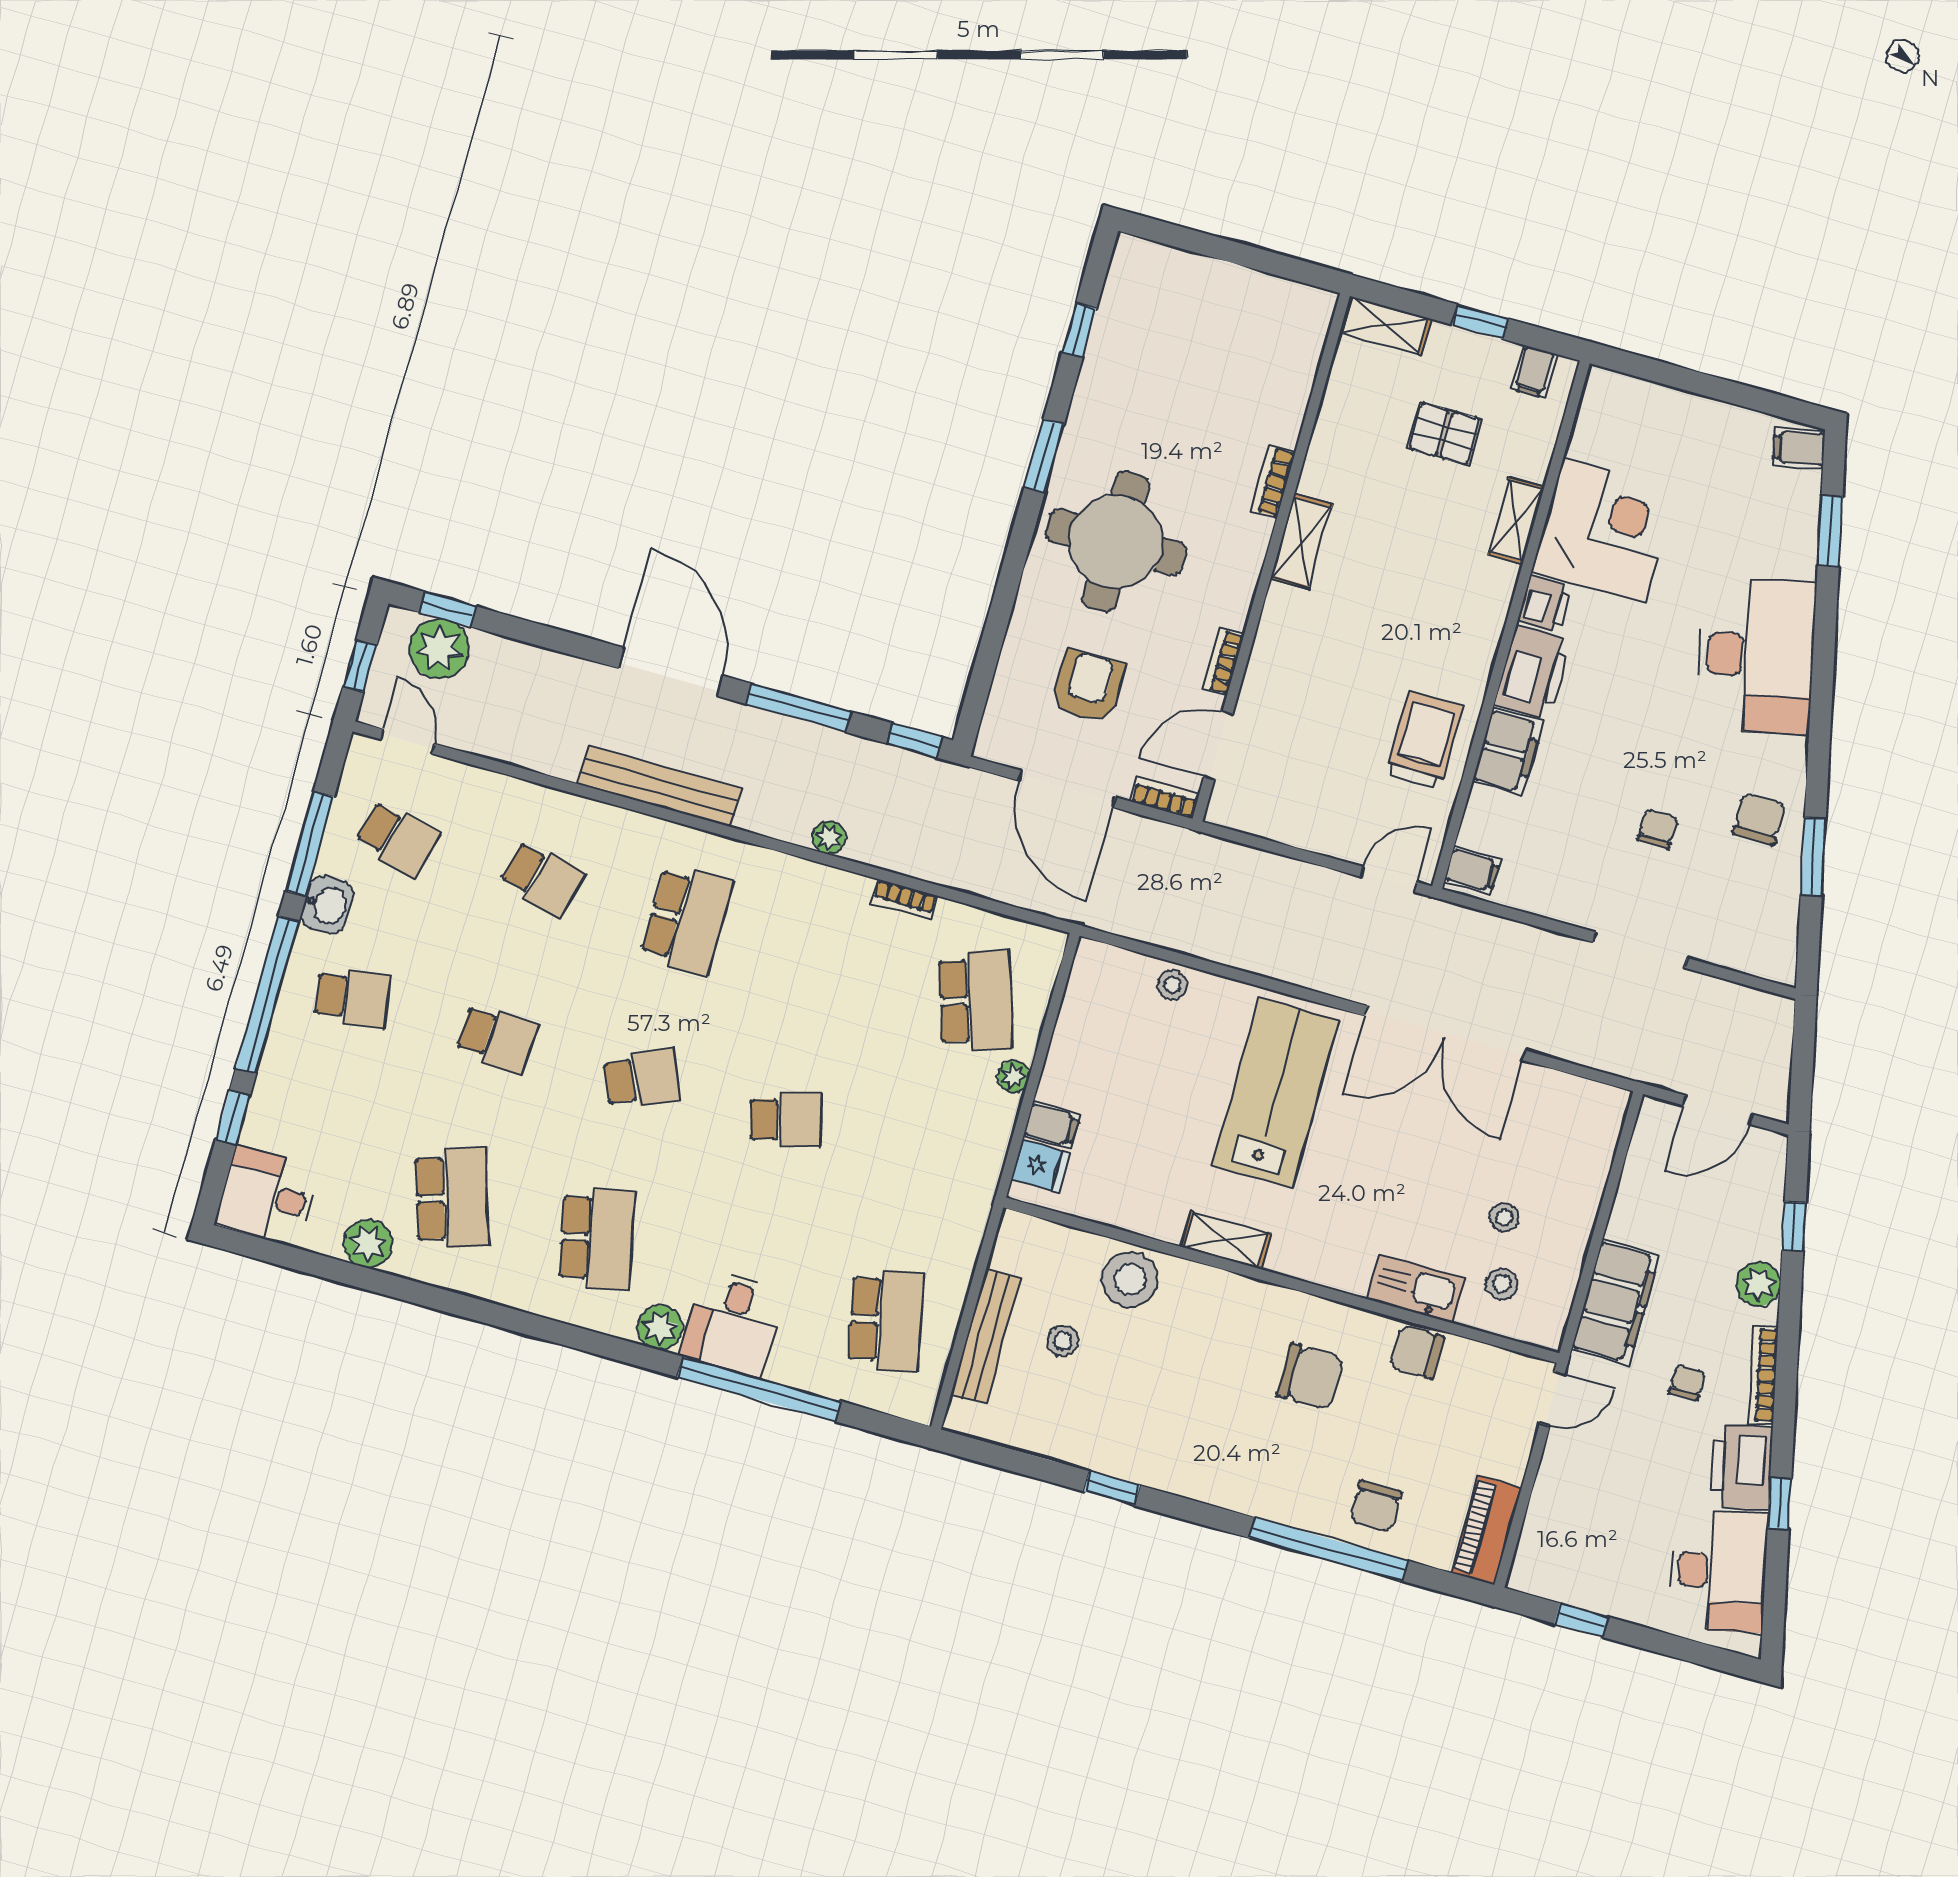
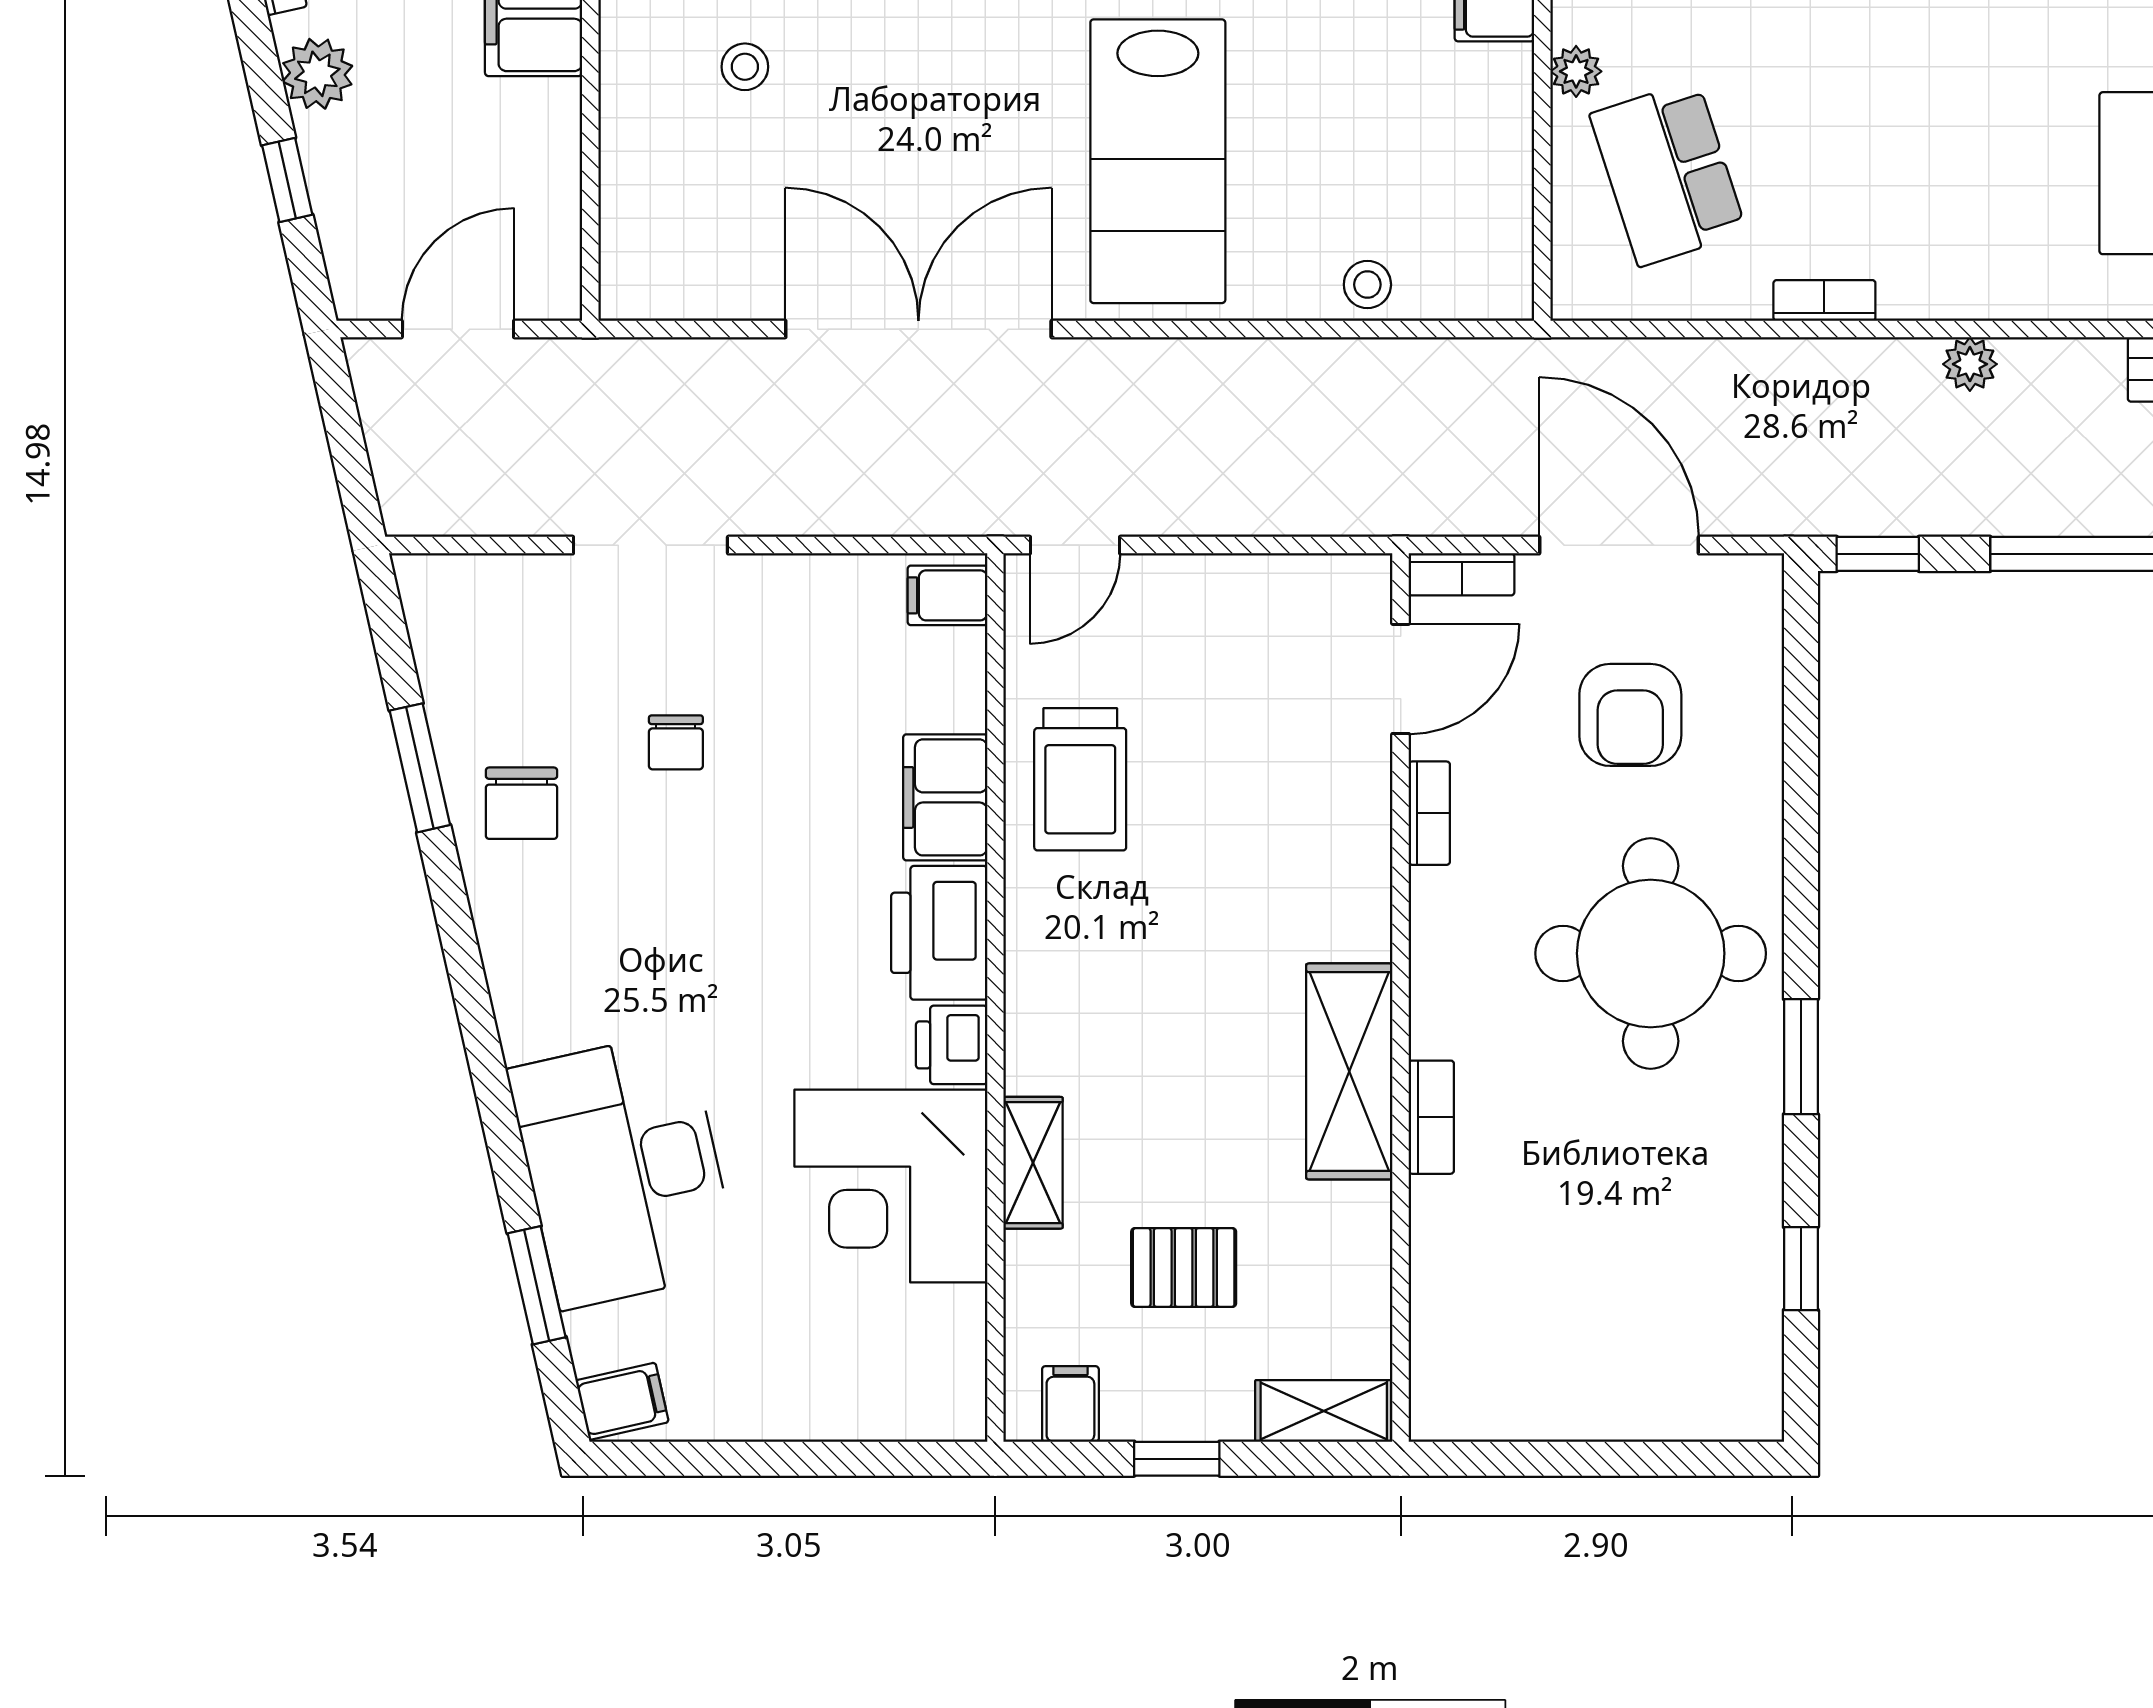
shelving: (1301, 542) -> (1349, 1071), width x1.50, depth x1.33
desk: (1756, 655) -> (624, 1170), moved

